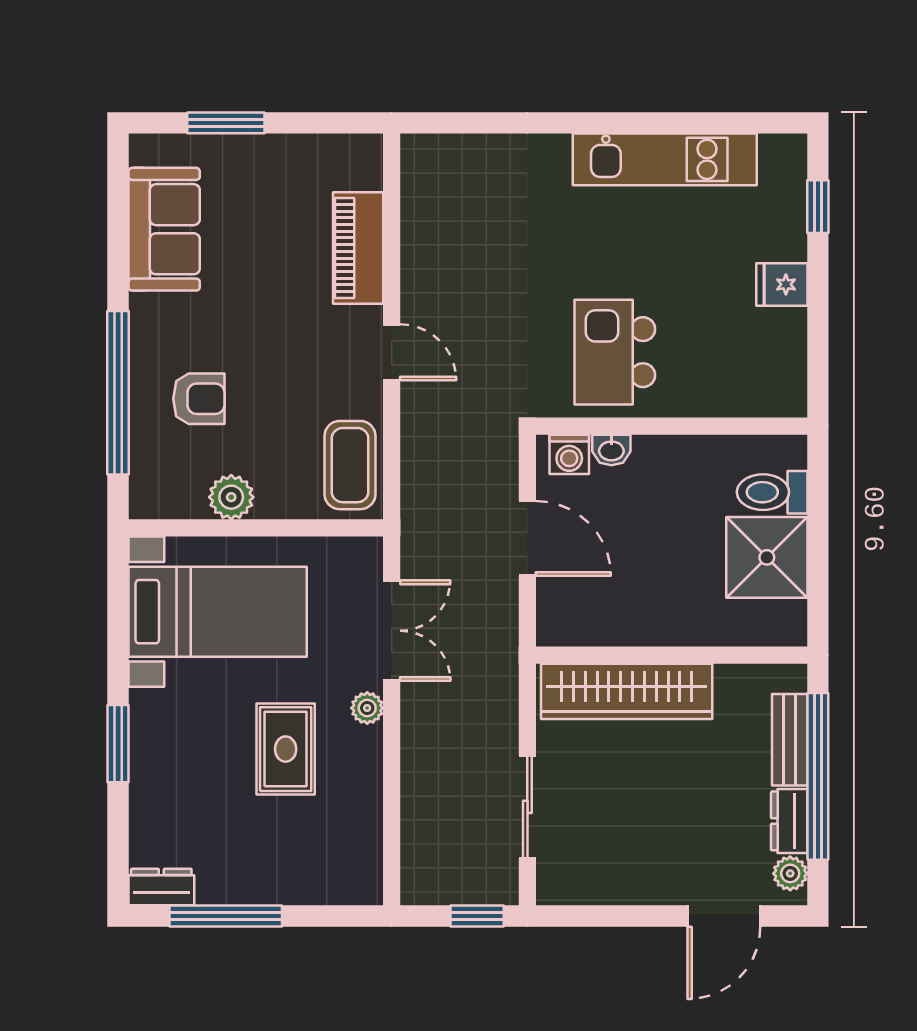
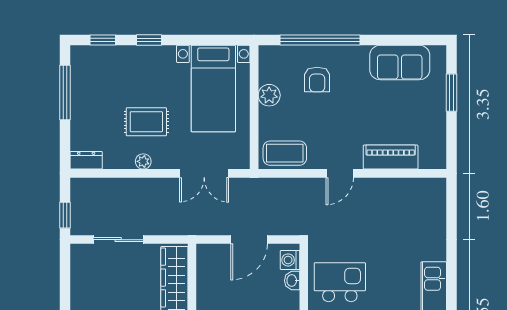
plant: (367, 708) -> (143, 161), moved
window: (118, 744) -> (149, 40), width x0.67
window: (118, 838) -> (103, 40), added
dresser: (161, 887) -> (86, 160), moved, turned -90

